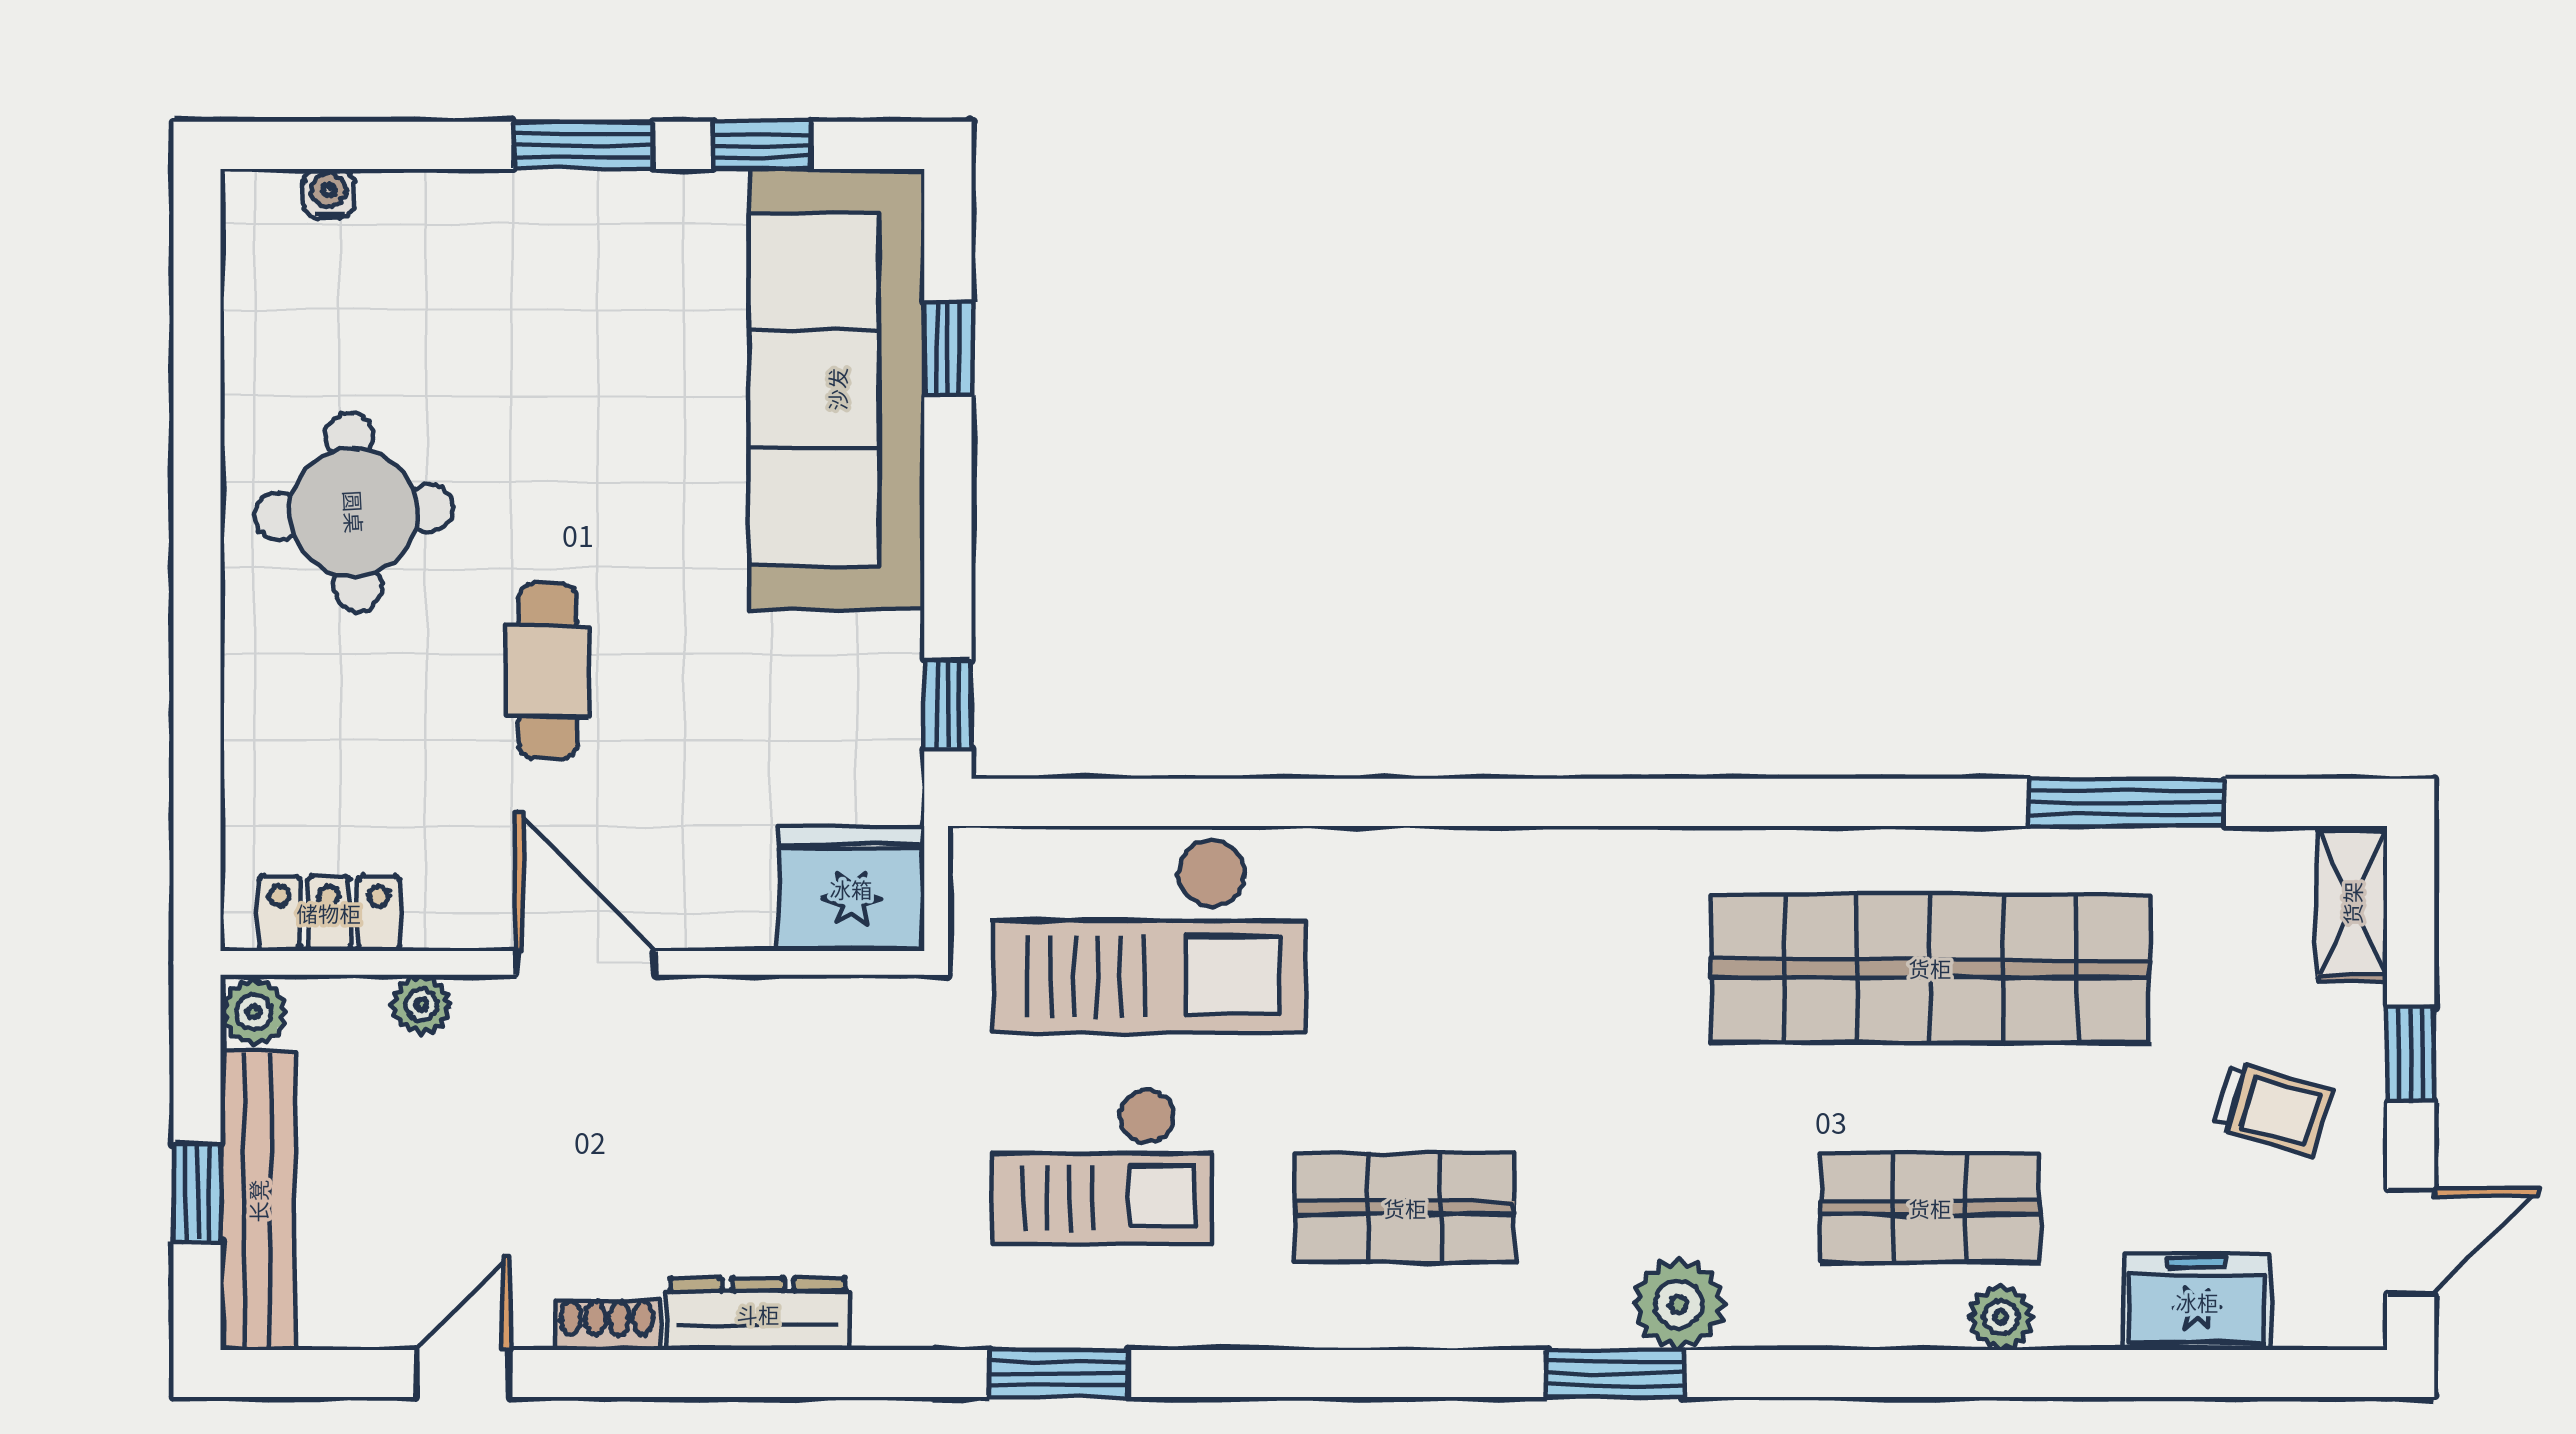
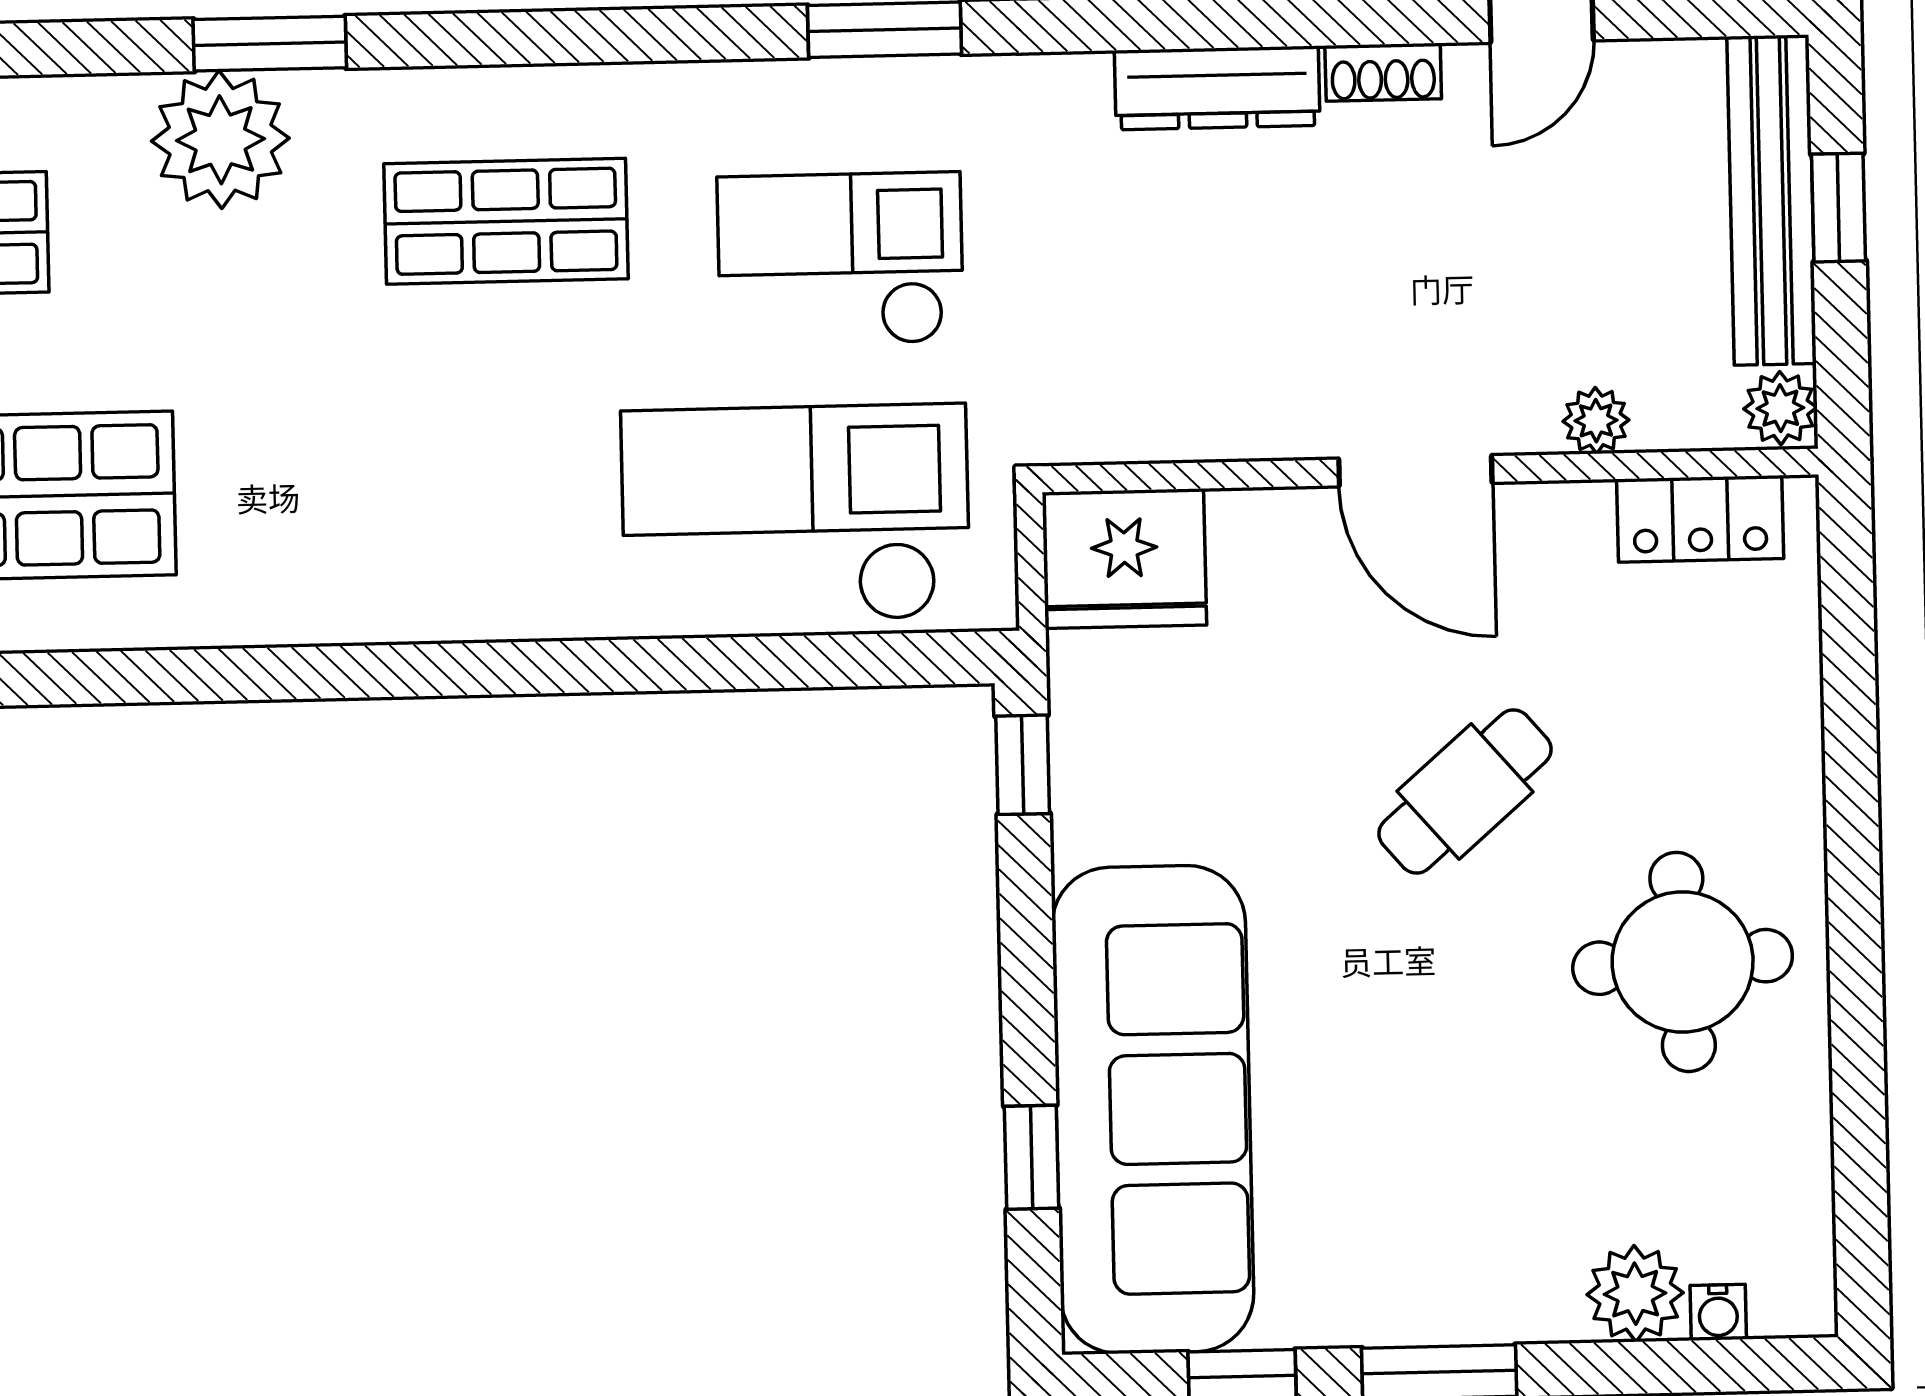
plant: (404, 213) -> (1635, 1294), added
cafe table: (548, 671) -> (1465, 792), turned 49
plant: (1679, 1304) -> (220, 140), width x1.36, depth x1.36

